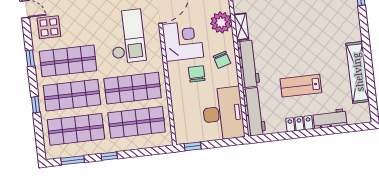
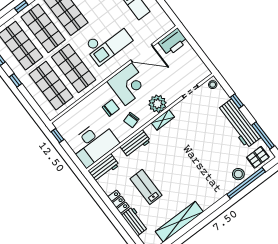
workbench: (248, 64) -> (135, 144), width x0.73
workbench: (254, 112) -> (104, 168), width x0.73

